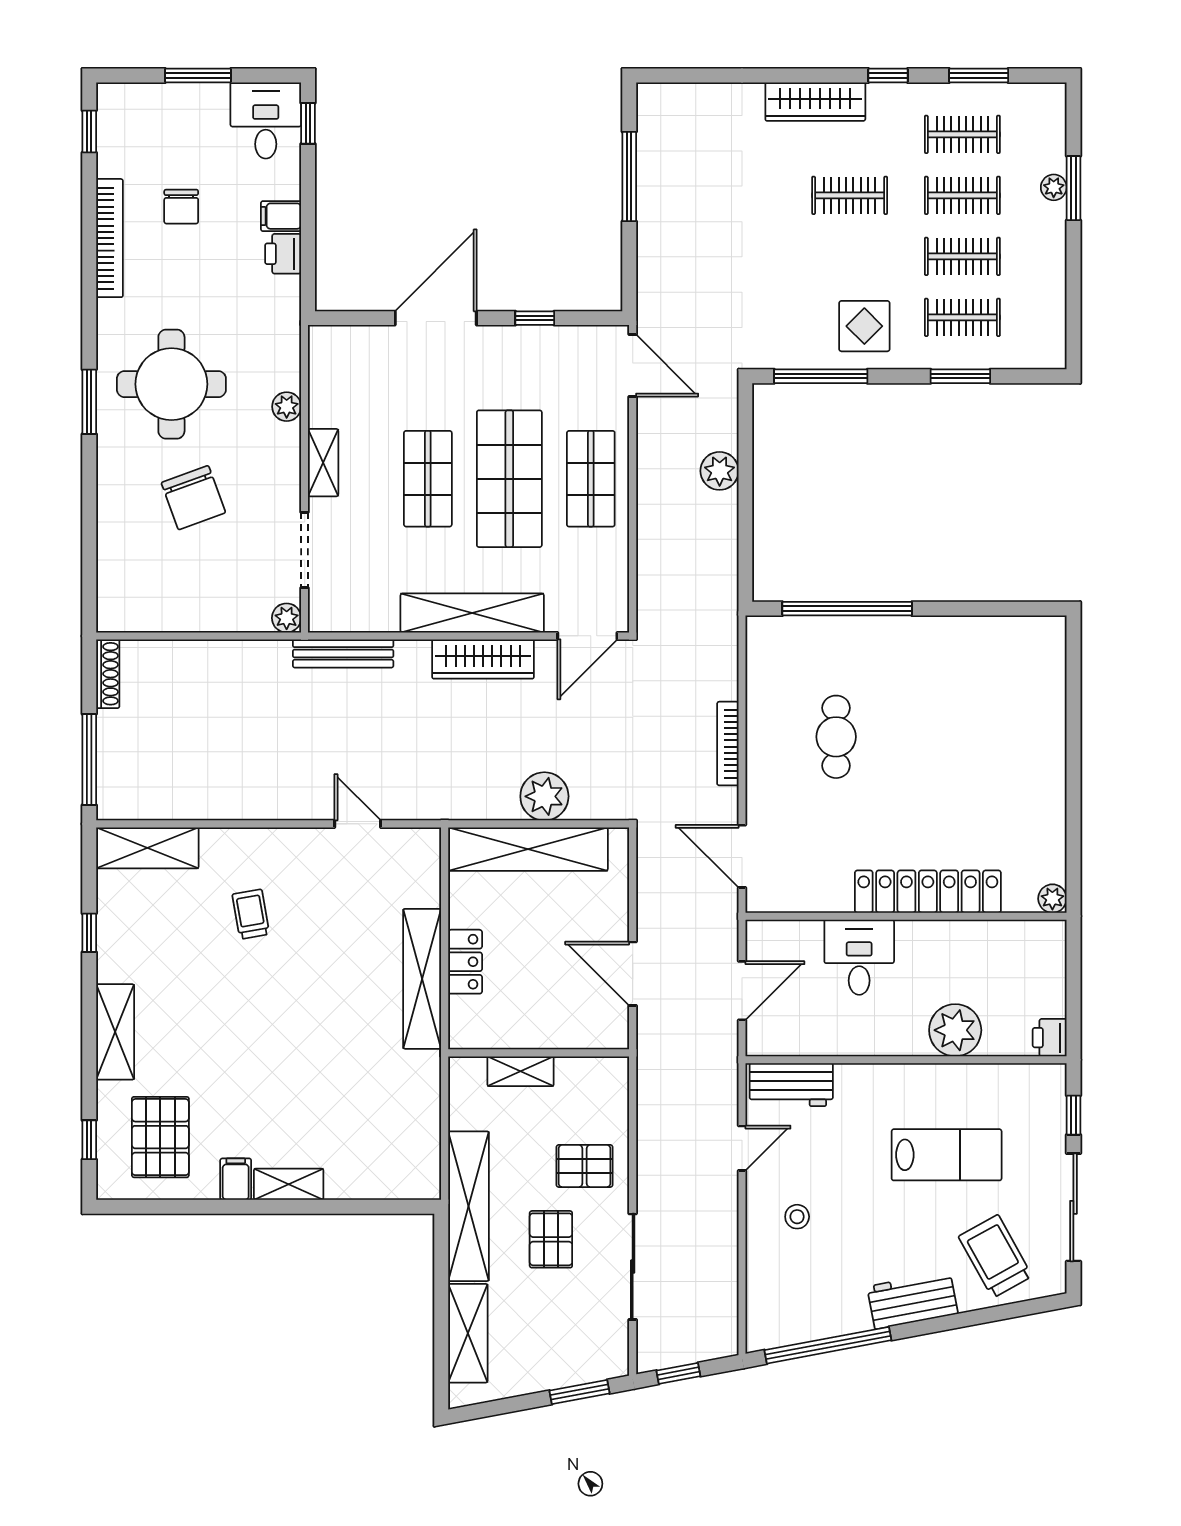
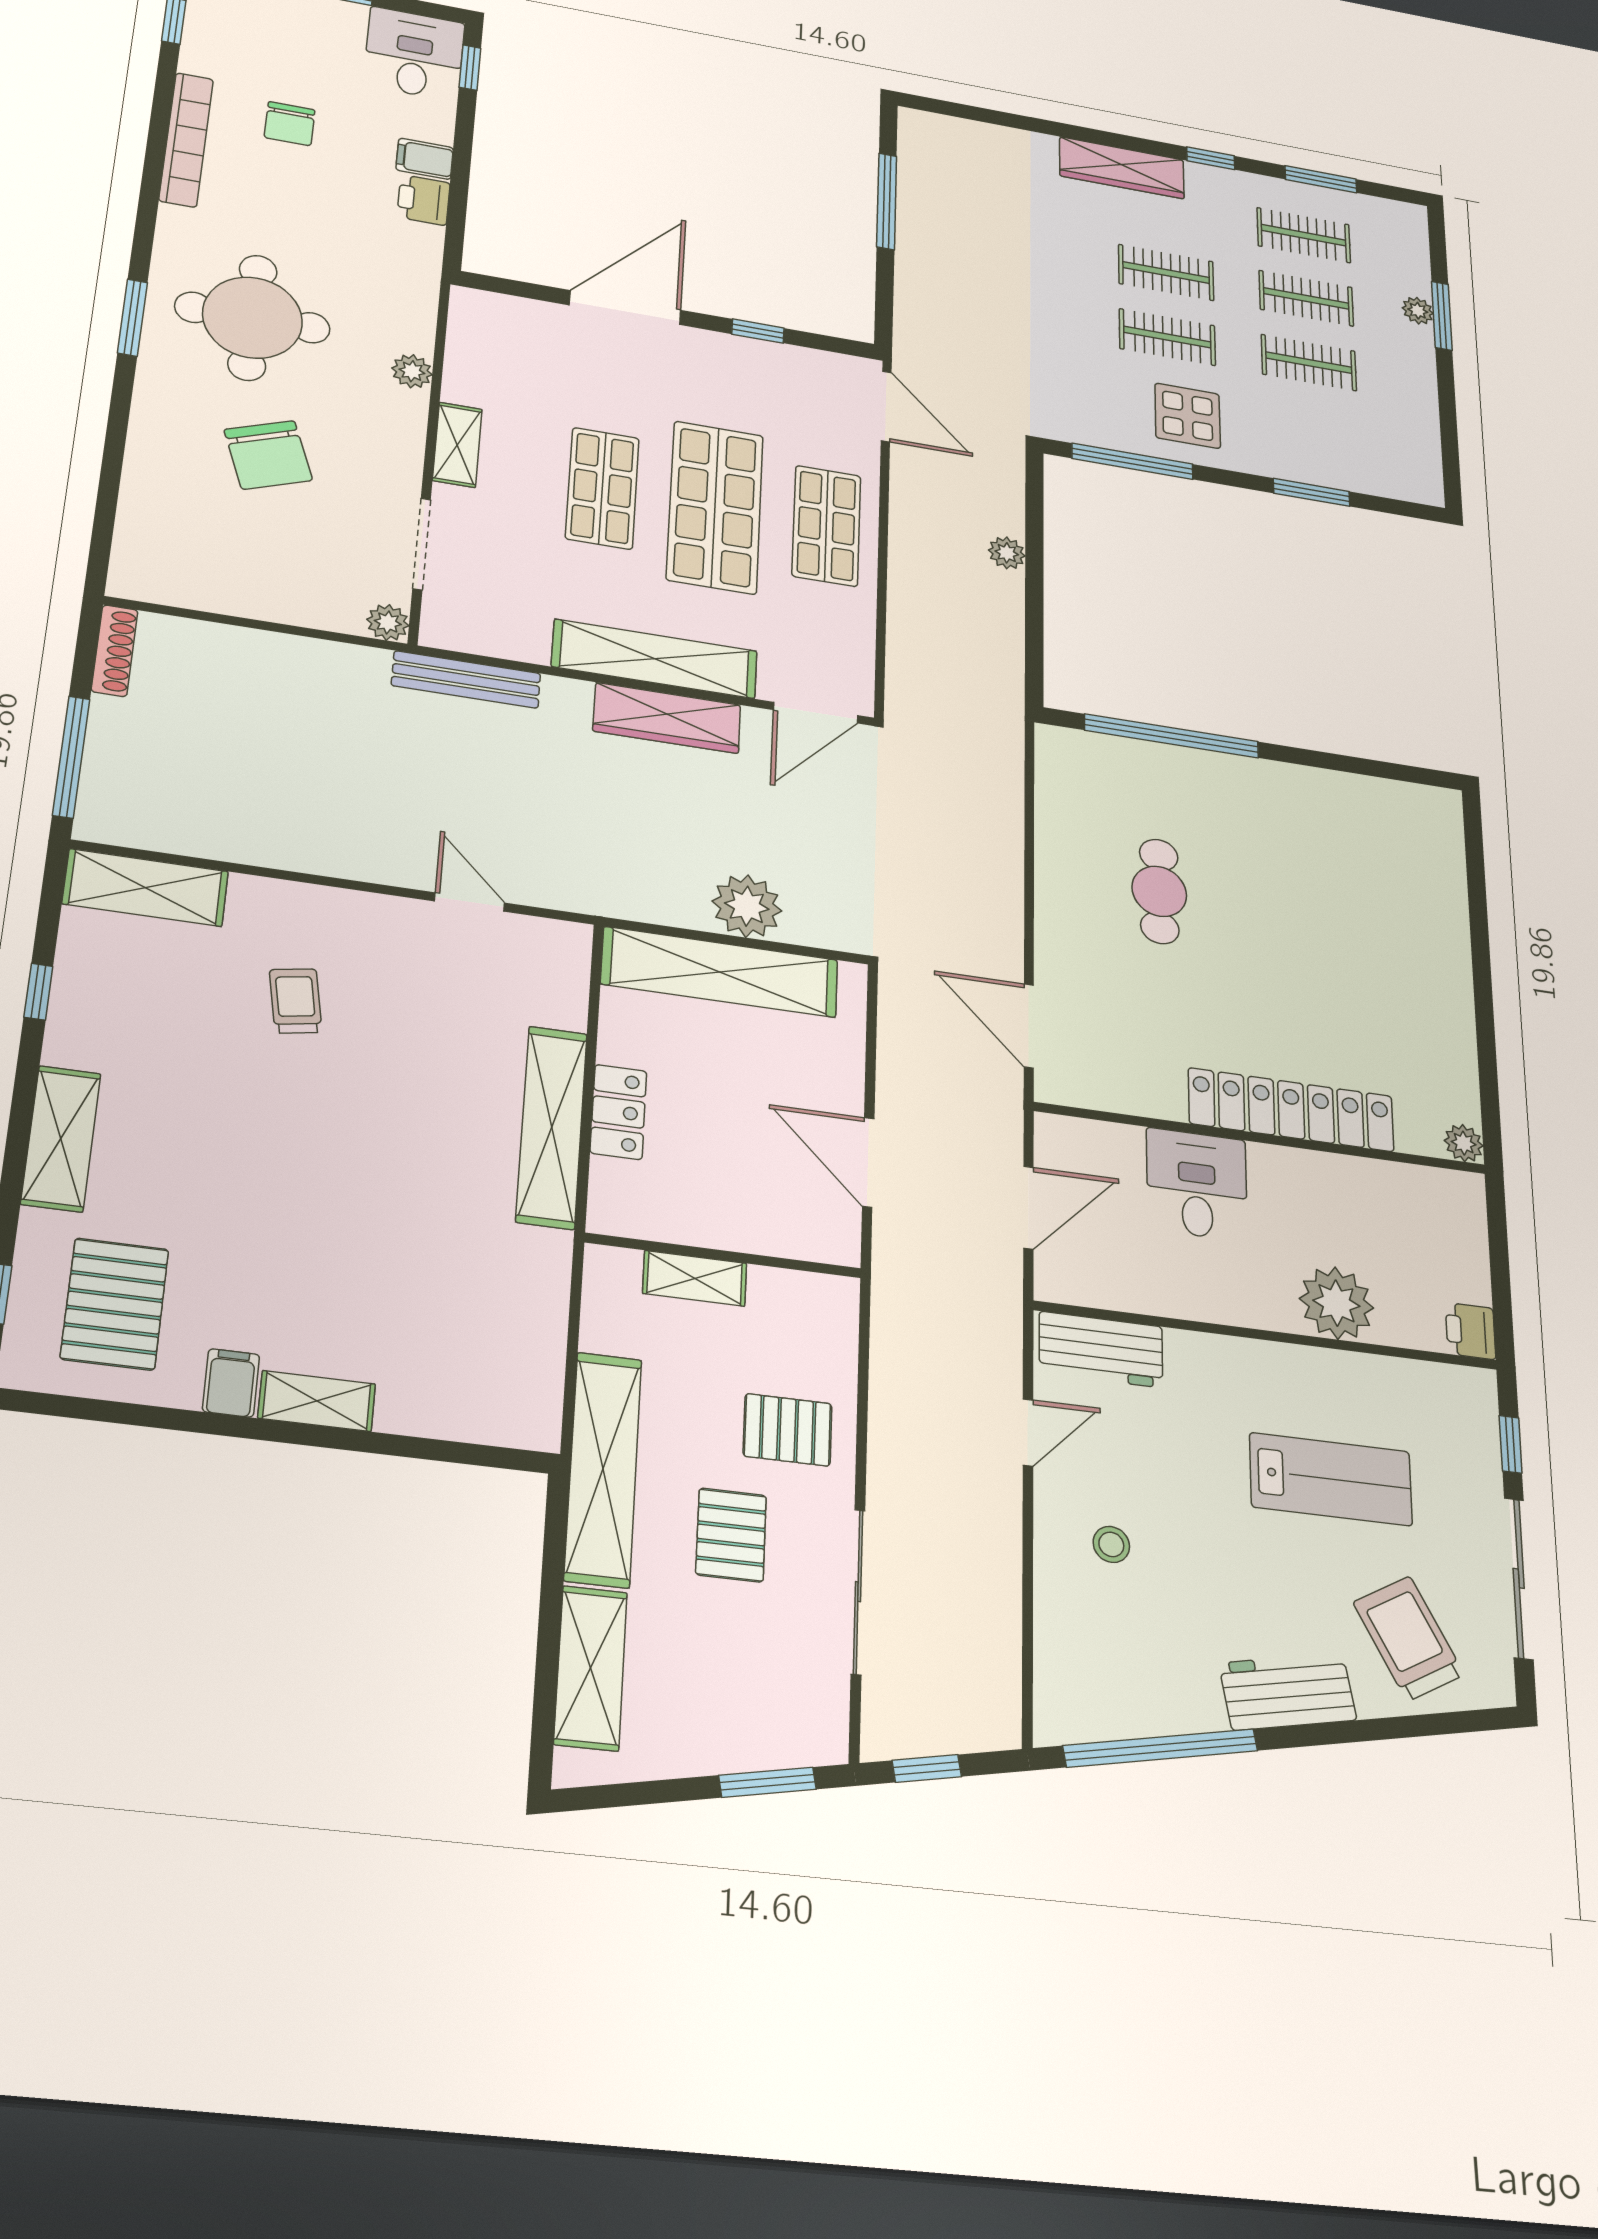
clothes rail: (962, 317) -> (1167, 337), moved
plant: (720, 471) -> (1007, 553), width x0.73, depth x0.73
bookcase: (728, 744) -> (1009, 877), removed

